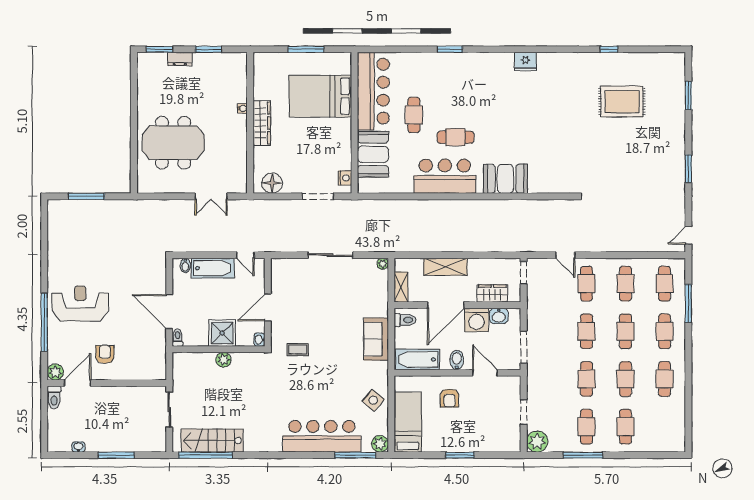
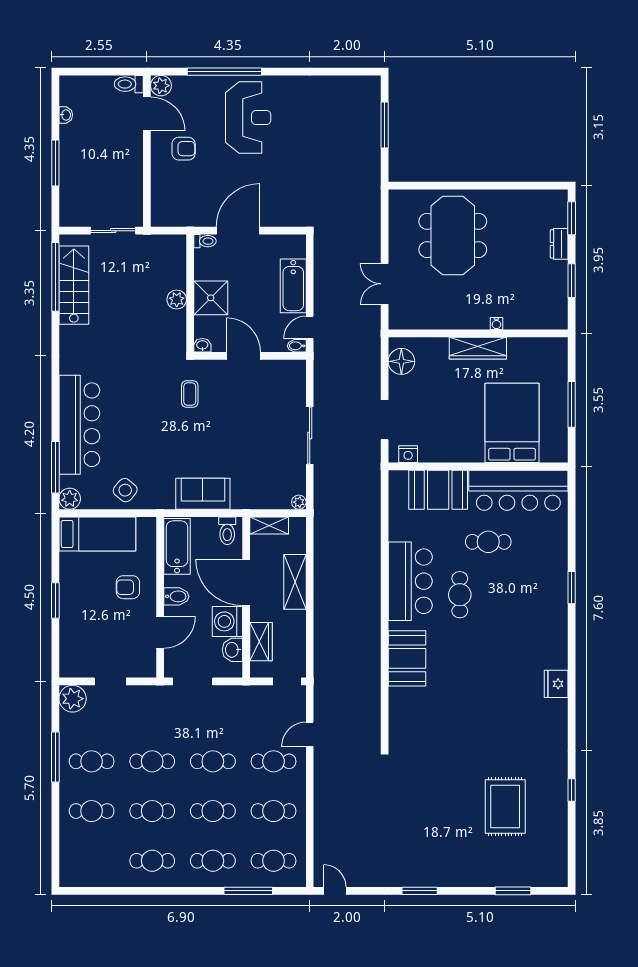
bidet: (185, 265) -> (297, 346), moved

